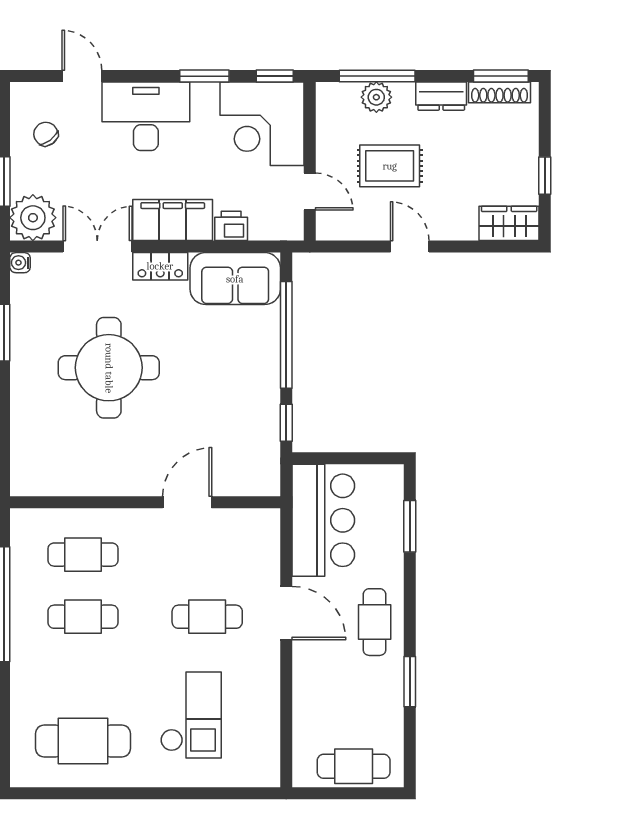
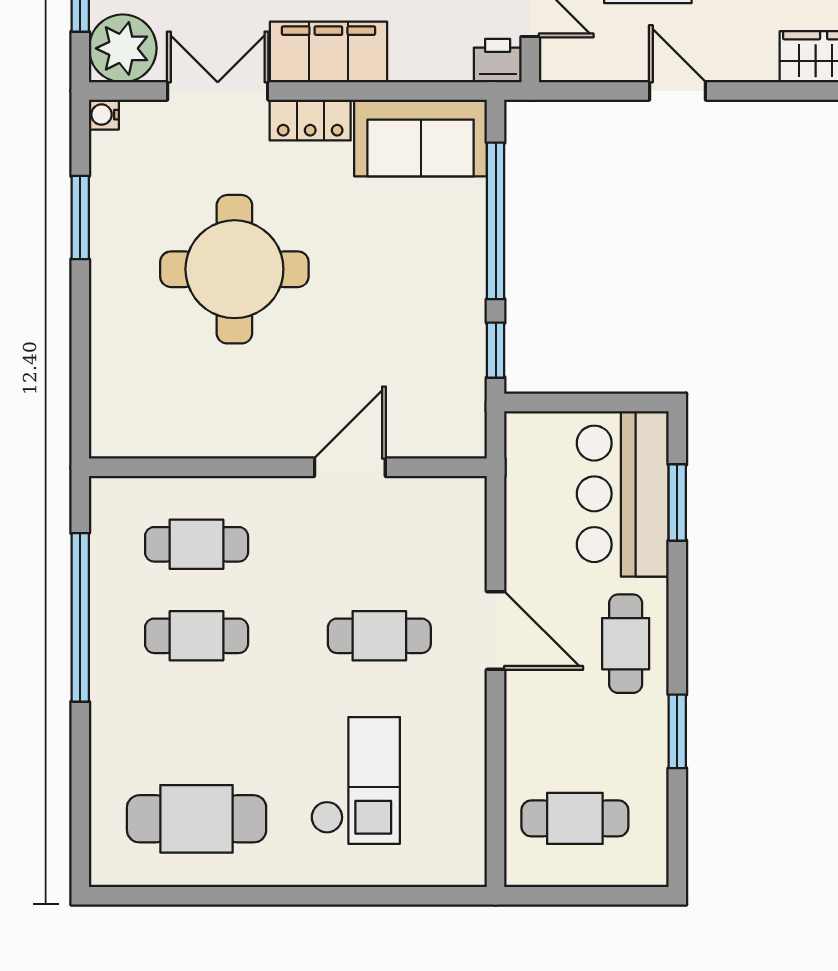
printer: (231, 226) -> (498, 61), moved
bar counter: (323, 520) -> (623, 494), moved, turned 180
cafe table: (354, 766) -> (575, 818), moved

